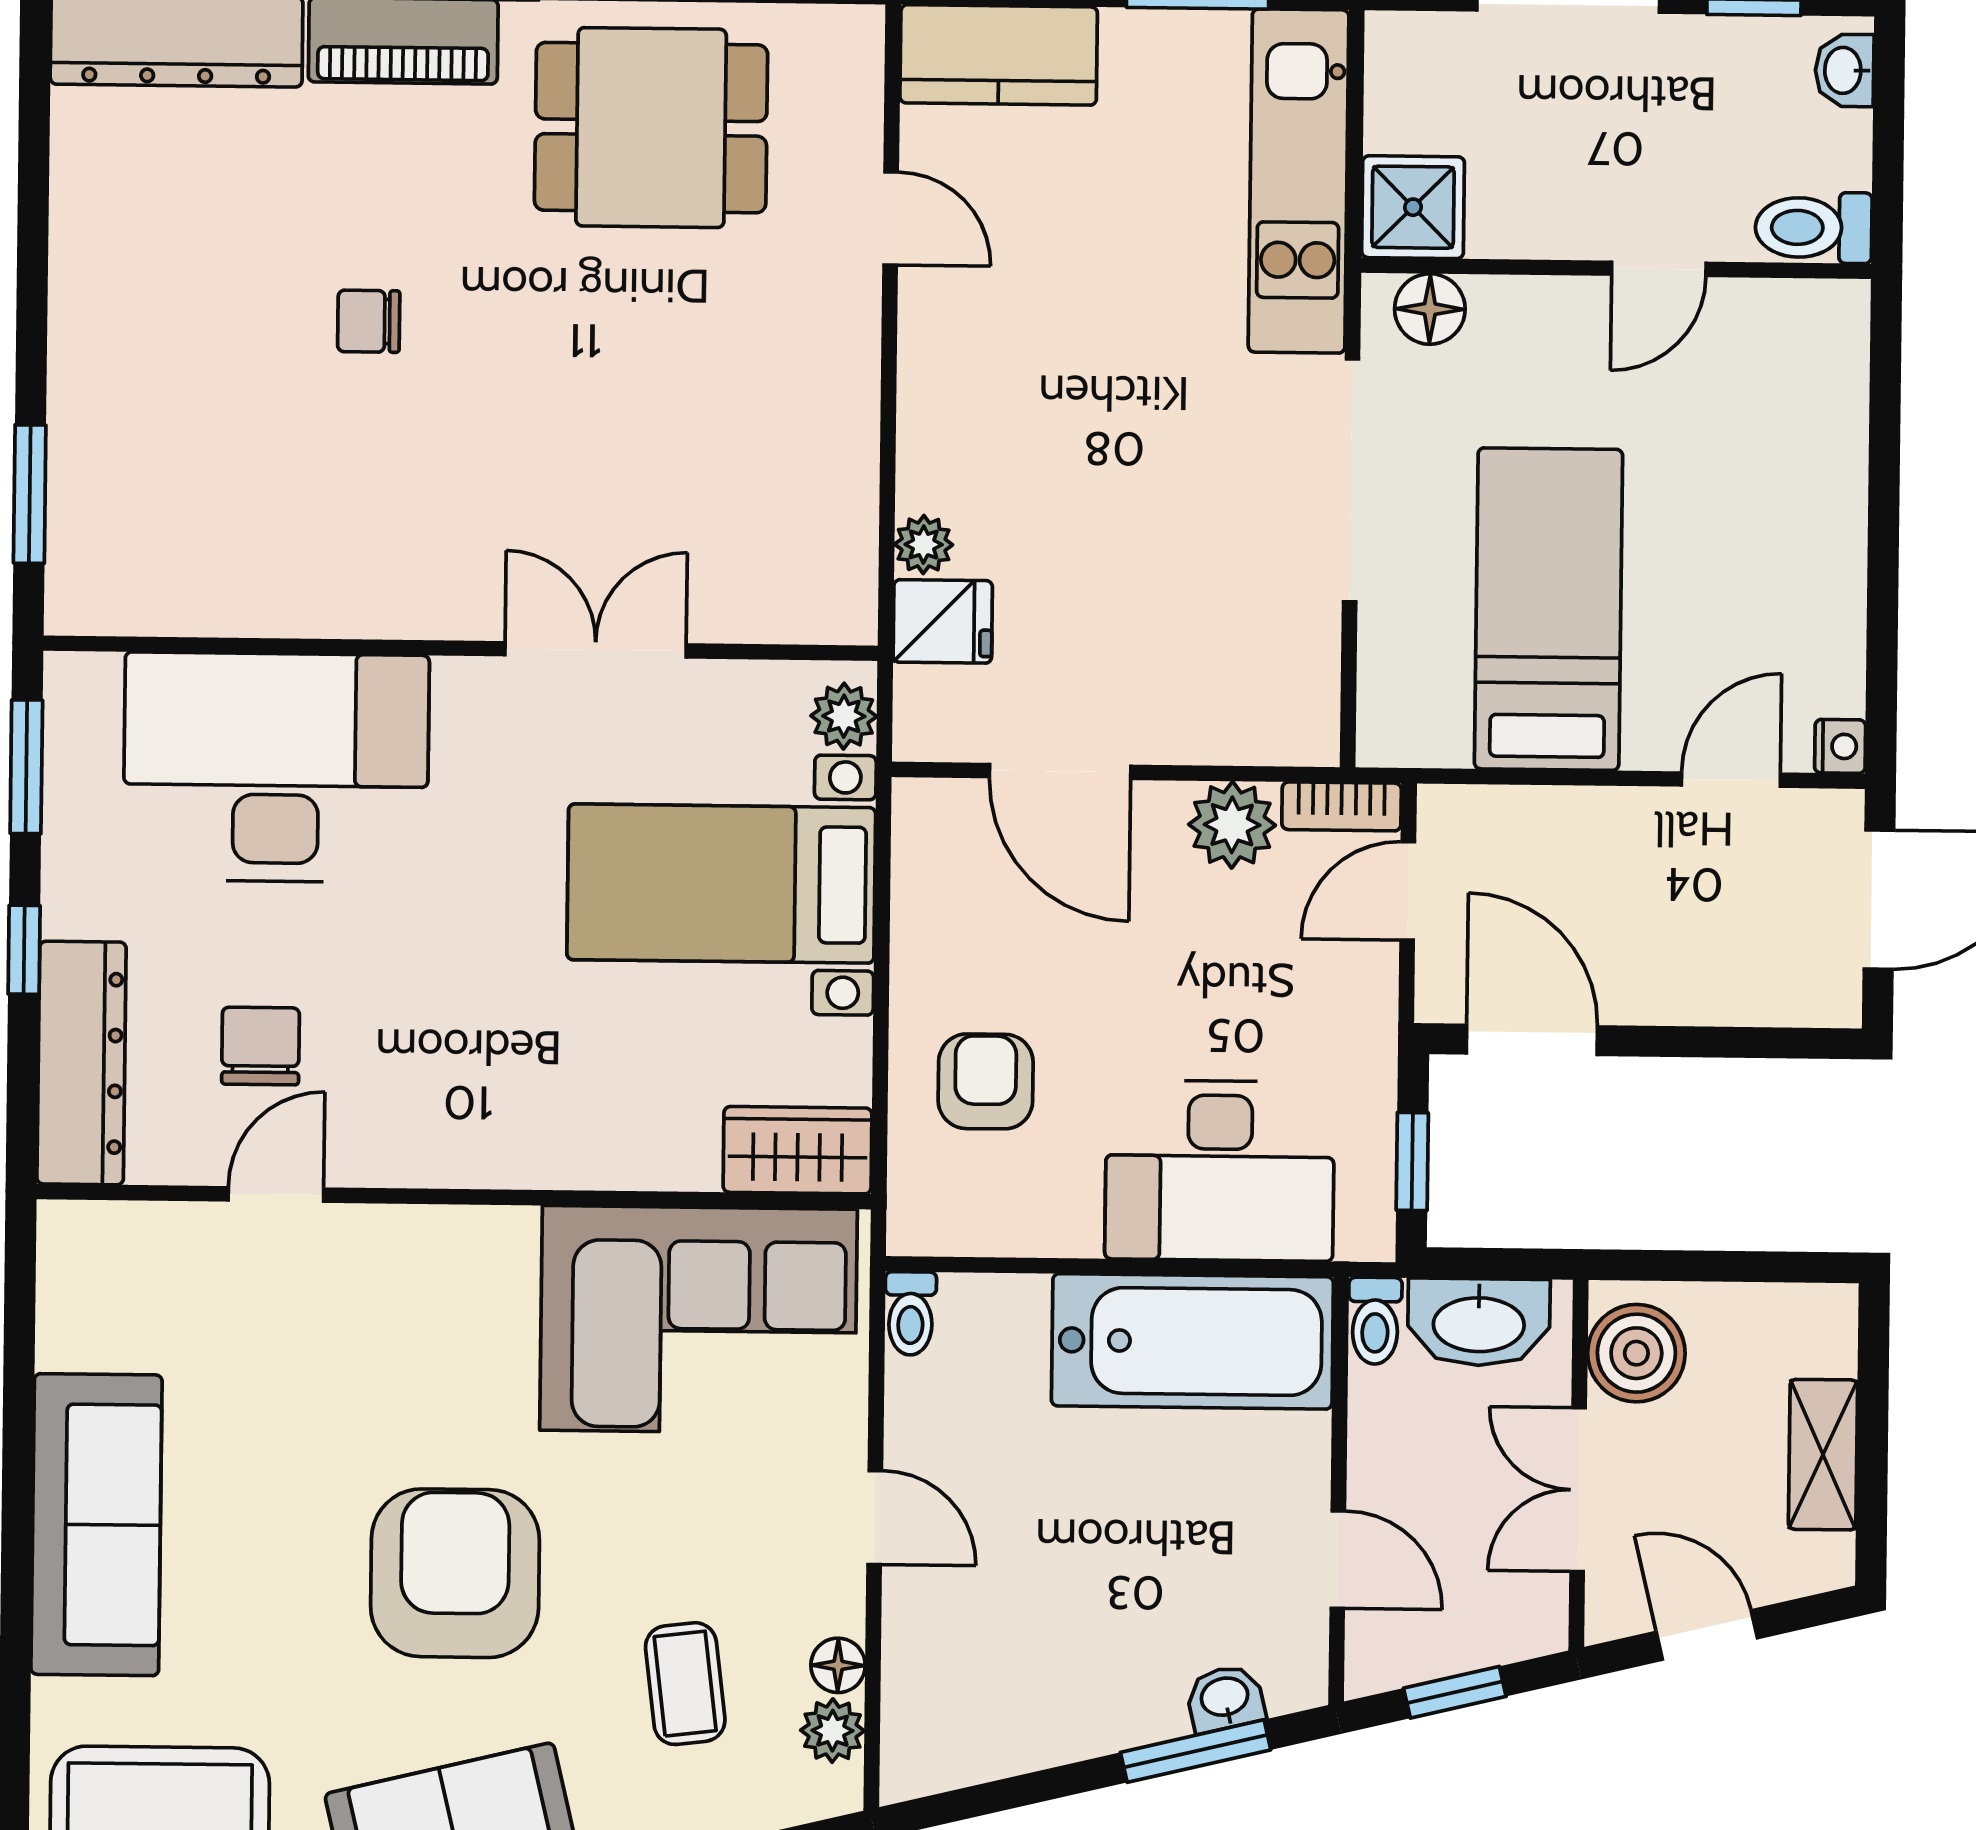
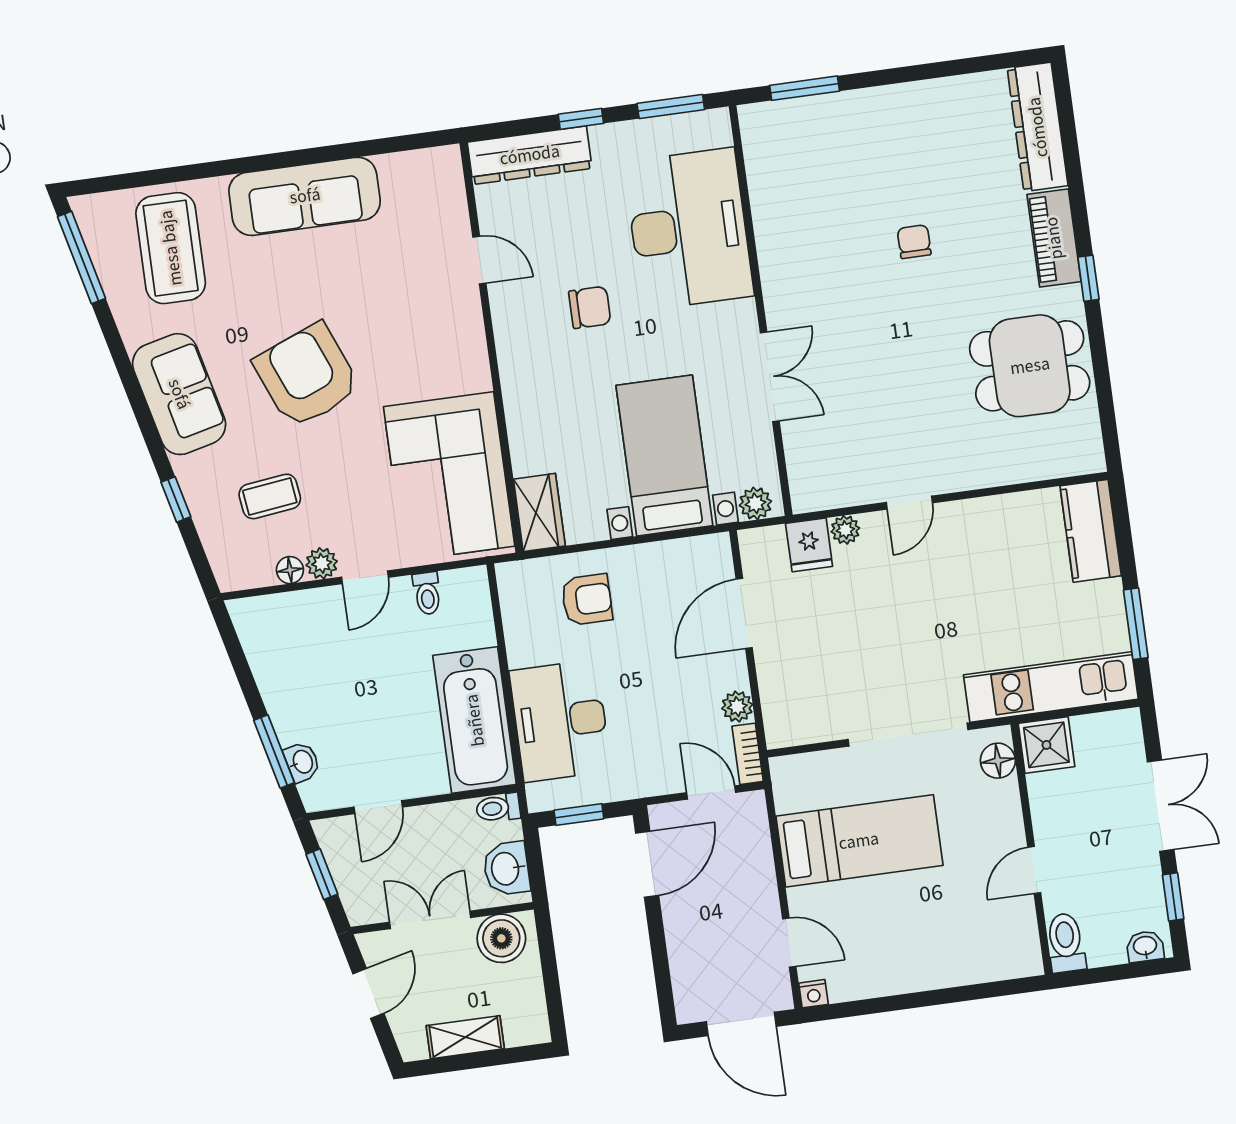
dining table: (651, 128) -> (1030, 366), turned 90
door: (891, 219) -> (909, 503), moved
door: (1659, 269) -> (1034, 870), hinge flipped
plant: (1232, 825) -> (737, 707), width x0.73, depth x0.73
chair: (260, 1046) -> (590, 307), moved
toilet: (911, 1313) -> (427, 593), moved, turned -90
washbasin: (1479, 1322) -> (506, 869), width x0.72
armchair: (455, 1573) -> (307, 376), turned -112
plant: (833, 1731) -> (322, 563), moved

